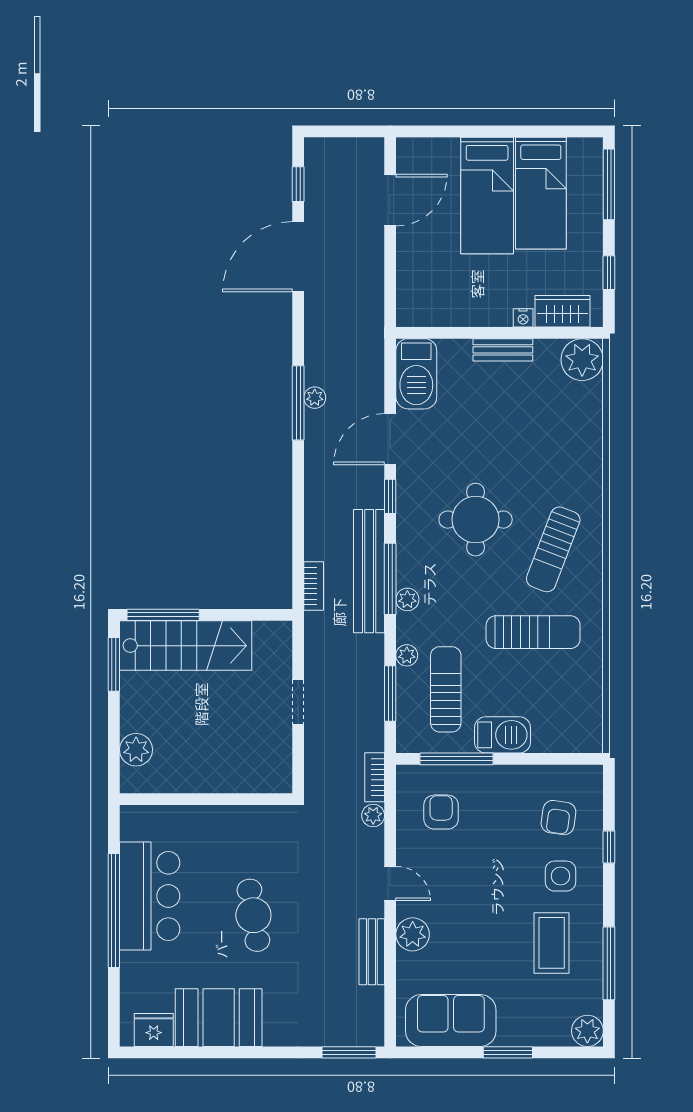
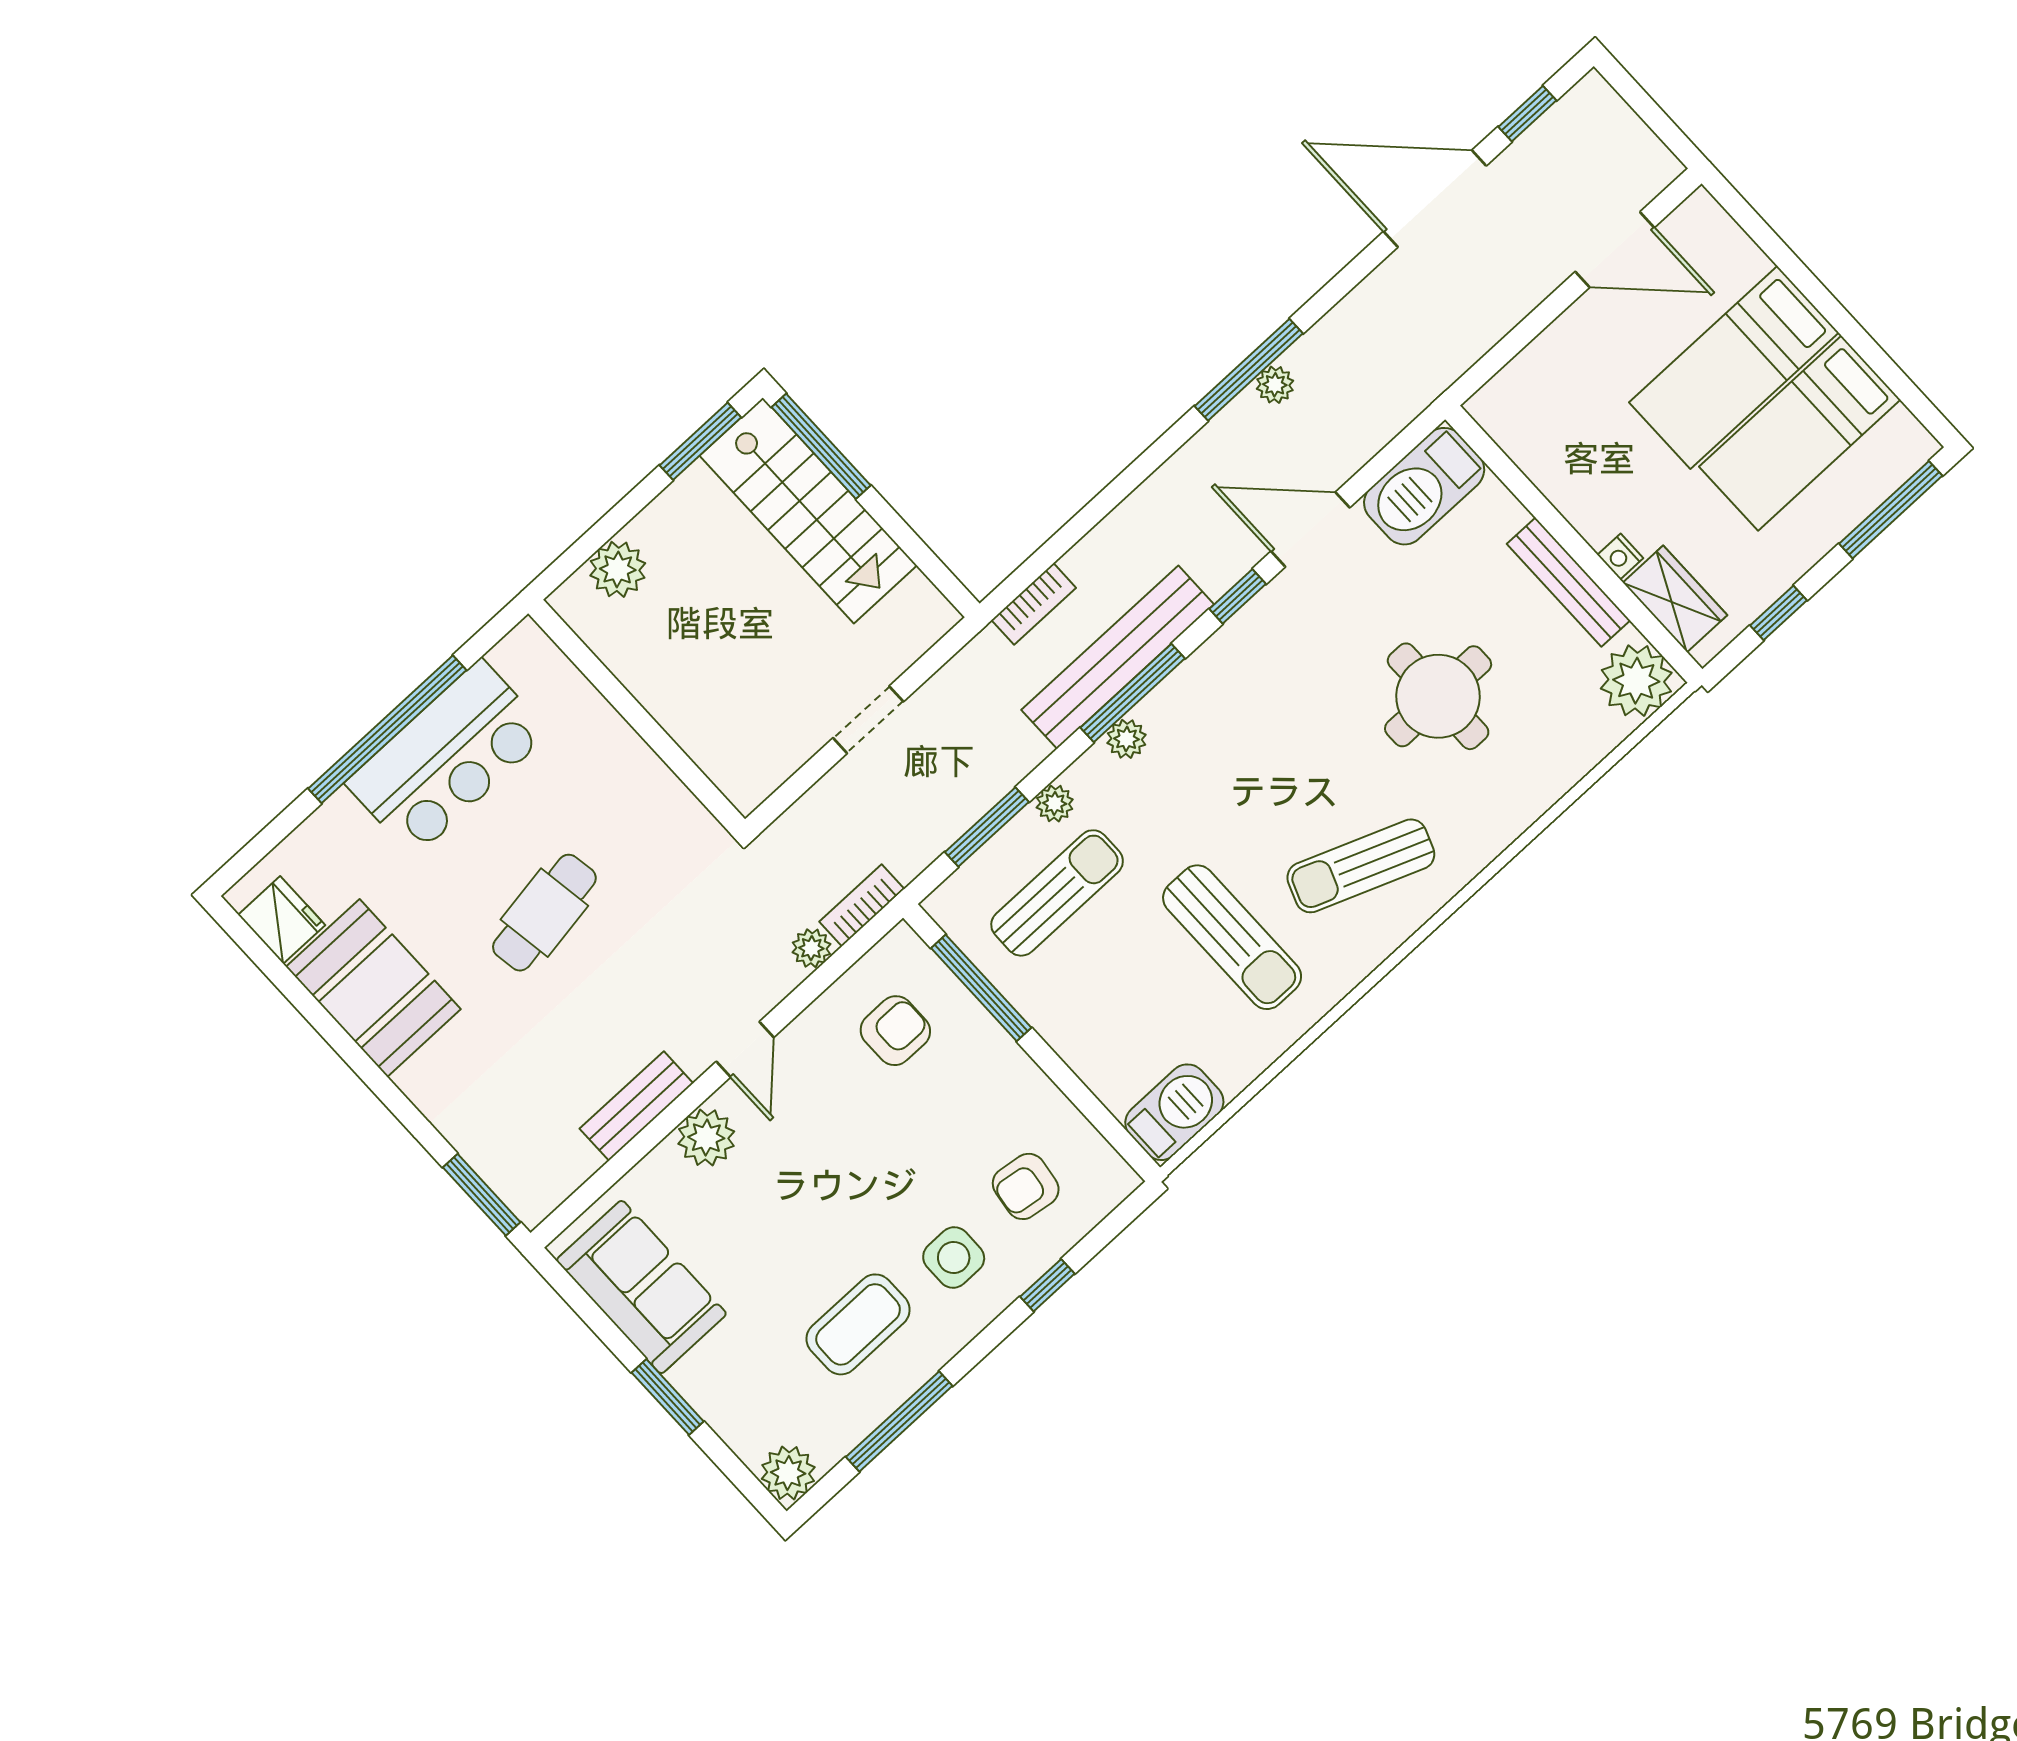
bench: (503, 350) -> (1569, 582), width x1.36
round table: (476, 520) -> (1438, 696), moved
barbecue: (502, 735) -> (1174, 1112), moved, turned -90

